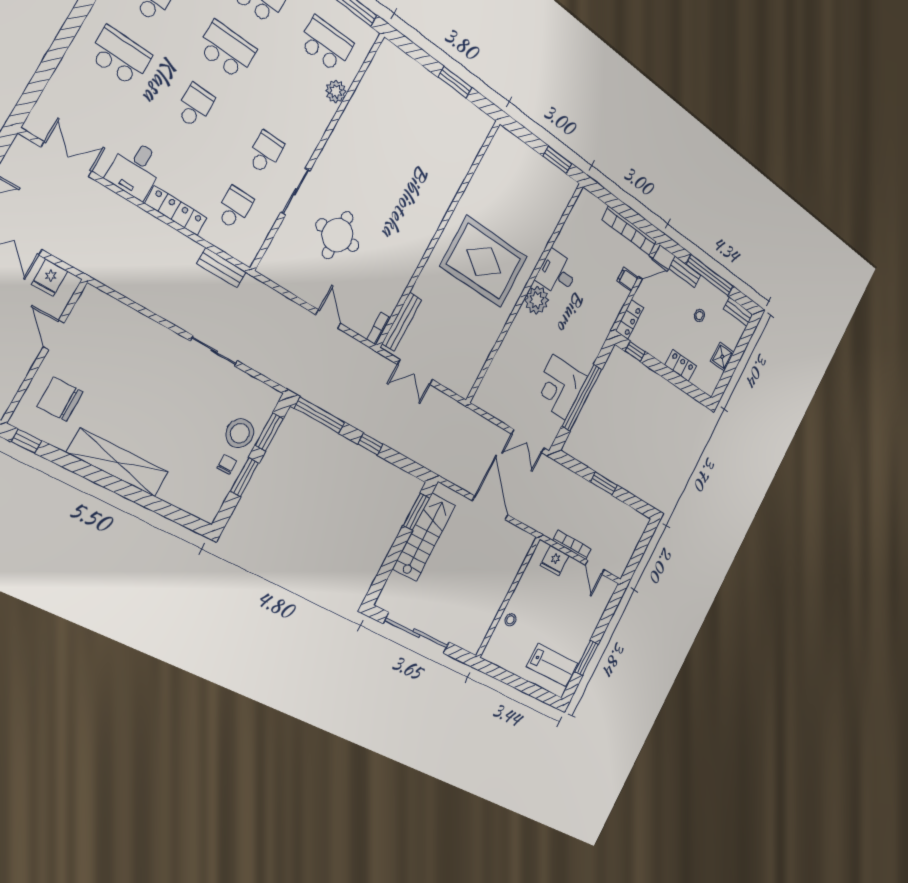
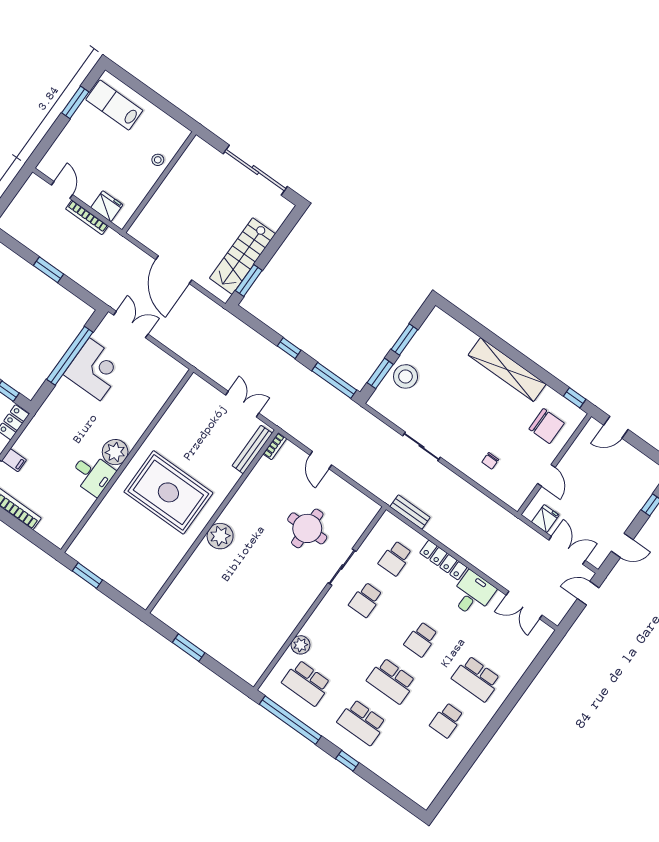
plant: (430, 217) -> (220, 536), added
chair: (227, 465) -> (490, 461), moved

